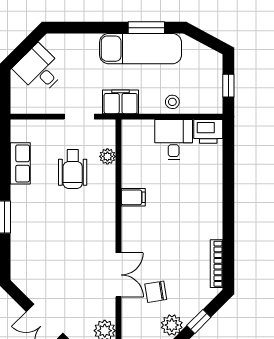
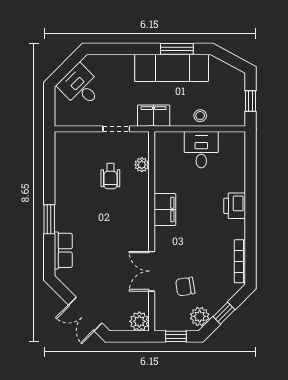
printer: (208, 131) -> (235, 206), moved, turned 90
row of seats: (20, 163) -> (63, 250), moved
wheelchair: (73, 169) -> (110, 176), width x0.73, depth x0.73
filing cabinet: (133, 197) -> (165, 210), width x2.00
double door: (118, 275) -> (152, 271), swing flipped

